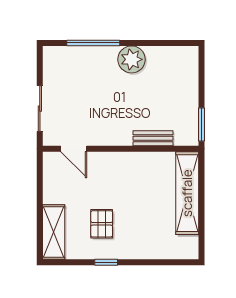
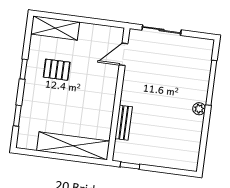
plant: (132, 59) -> (199, 109), width x0.53, depth x0.53
window: (201, 124) -> (130, 166), width x0.67
window: (161, 262) -> (17, 116), added

